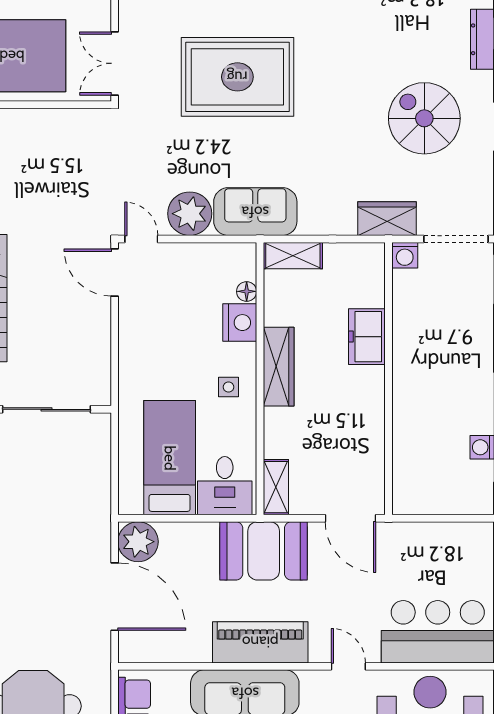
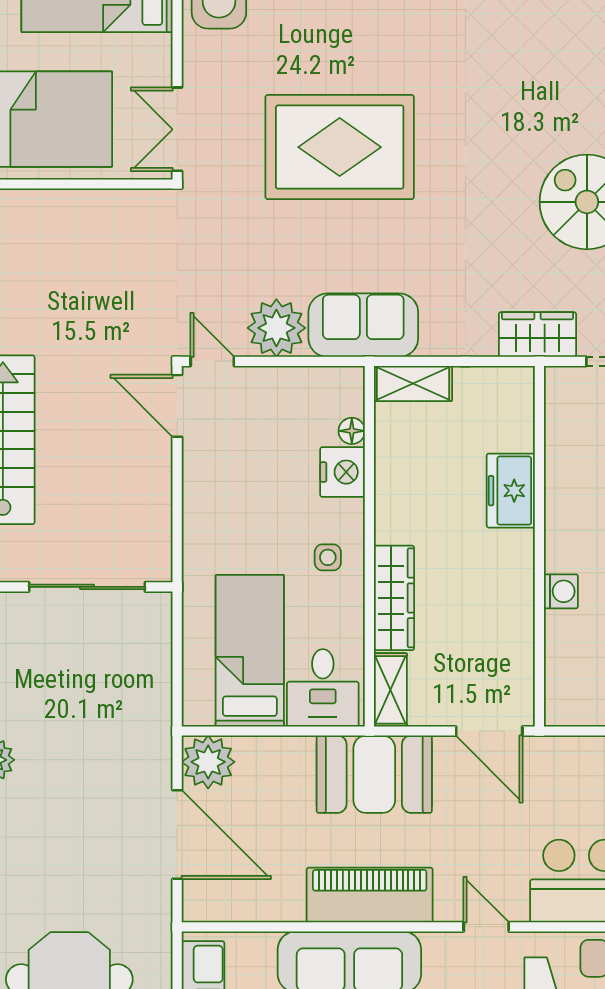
washing machine: (405, 255) -> (561, 591), moved, turned -90
wardrobe: (279, 367) -> (394, 598), moved

